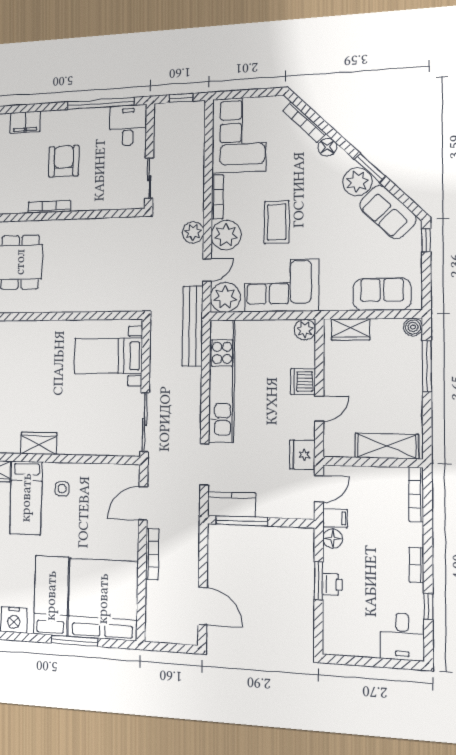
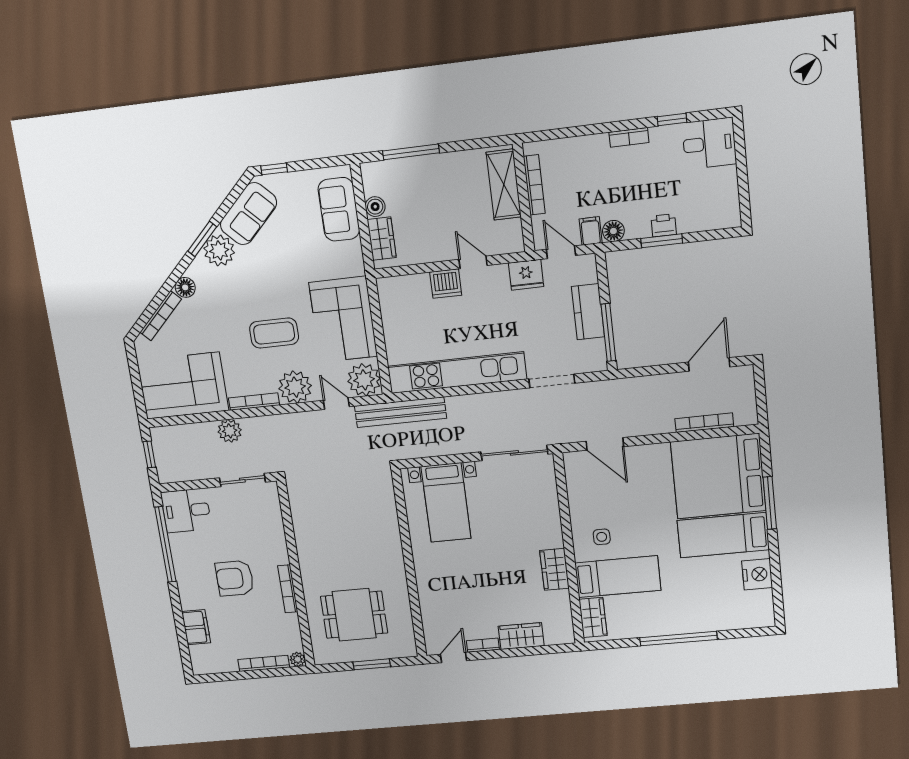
plant: (193, 232) -> (230, 431), moved
boiler: (413, 327) -> (375, 207), moved
plant: (305, 330) -> (388, 288), removed
bookcase: (416, 494) -> (534, 185), moved, turned -90
kitchen counter: (232, 504) -> (588, 312), moved
bookcase: (152, 554) -> (704, 423), moved

